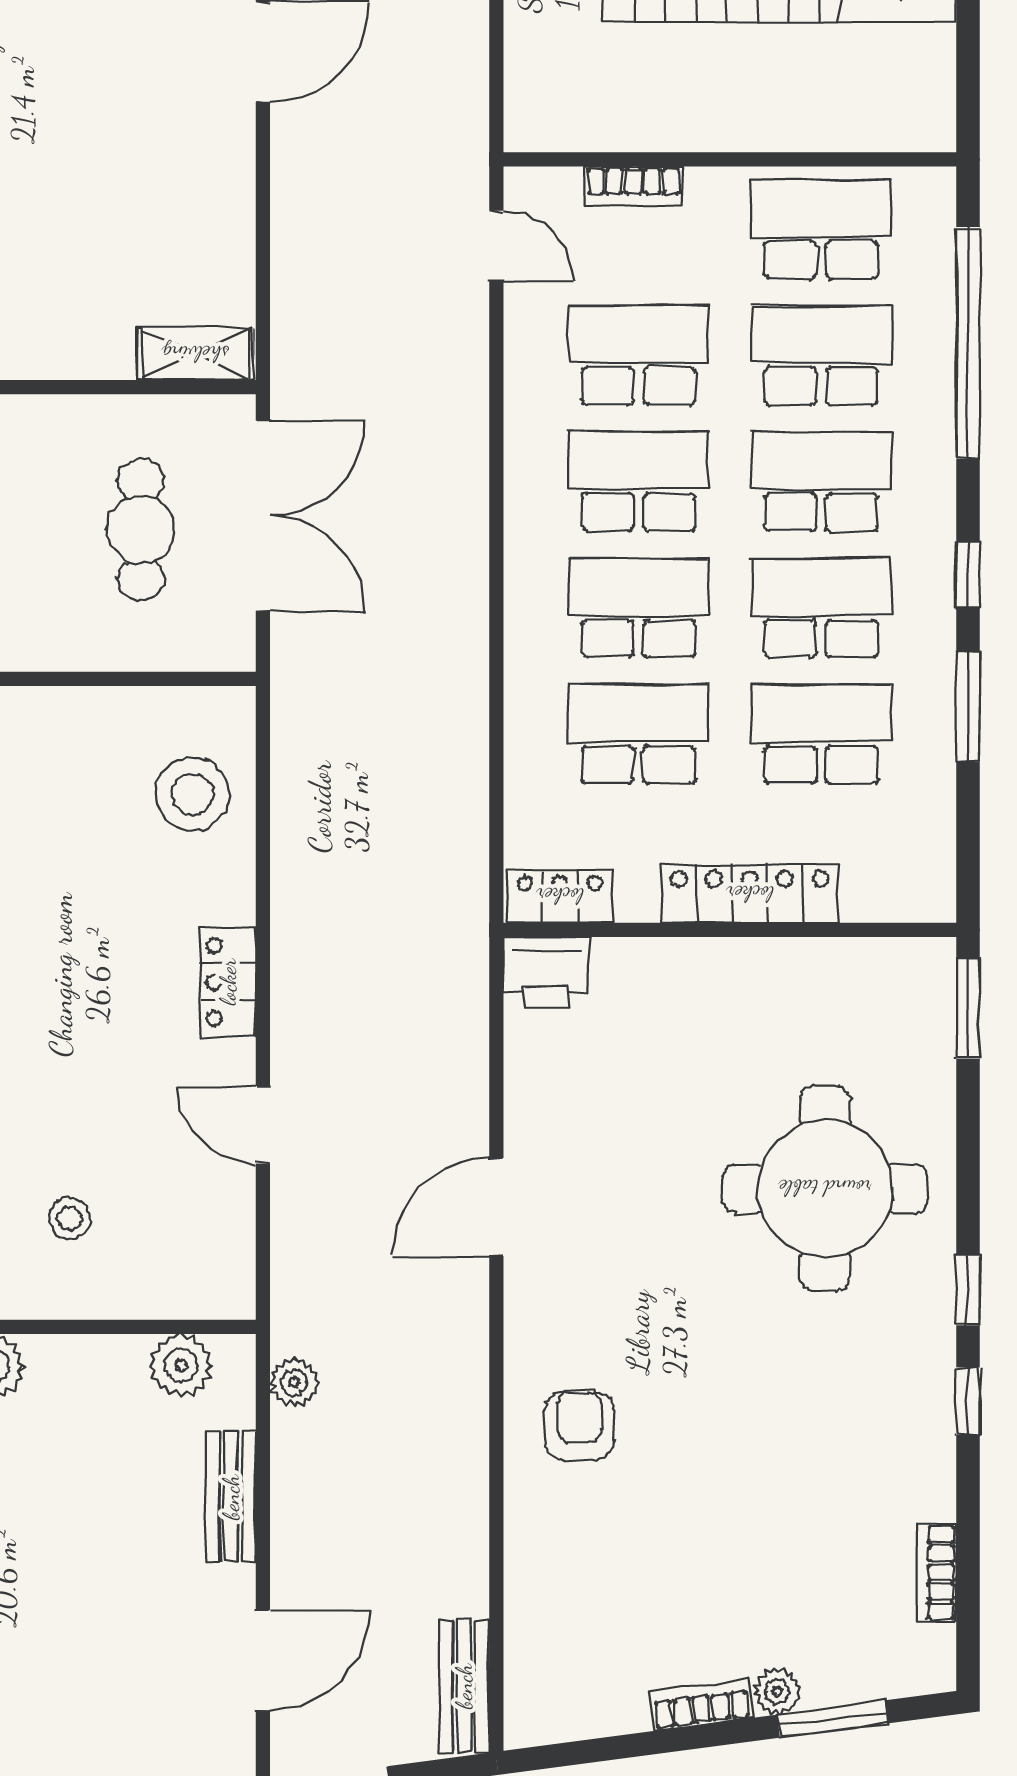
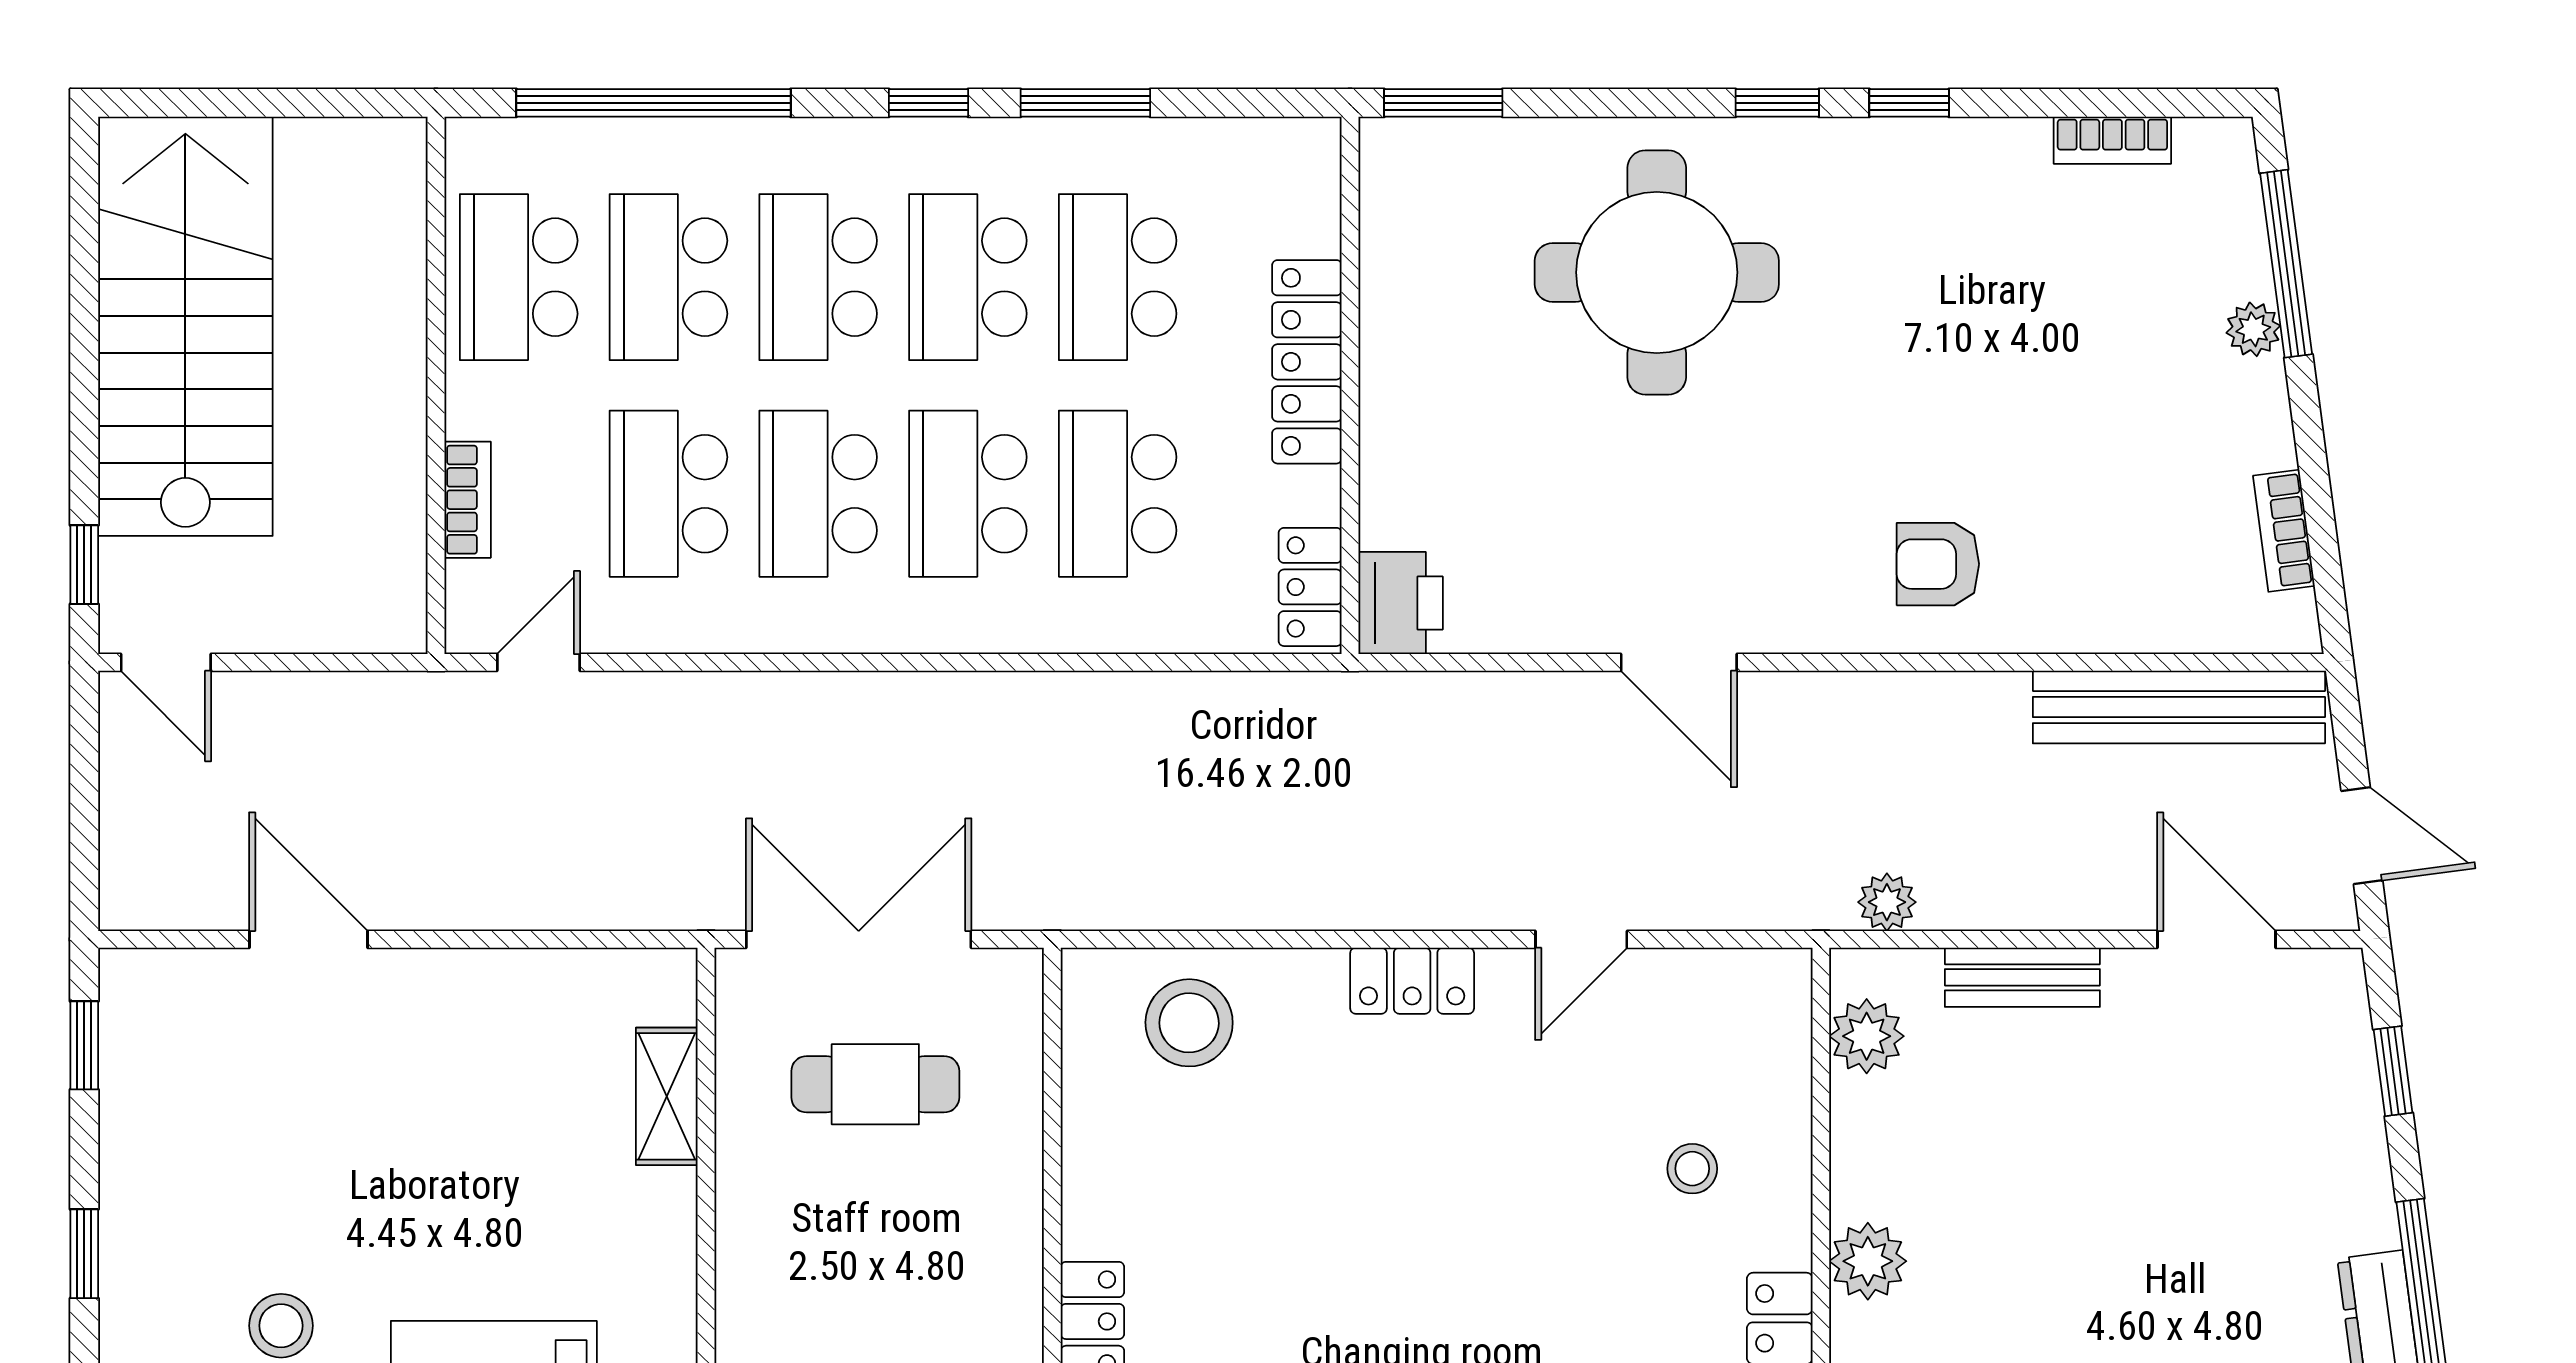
shelving: (195, 354) -> (667, 1096), moved
bench: (464, 1686) -> (2179, 707), width x1.86, depth x1.21
bookcase: (701, 1705) -> (2284, 531), moved
window: (832, 1719) -> (2286, 264), width x1.44

